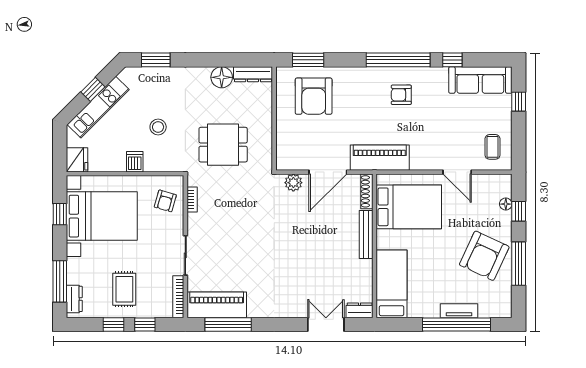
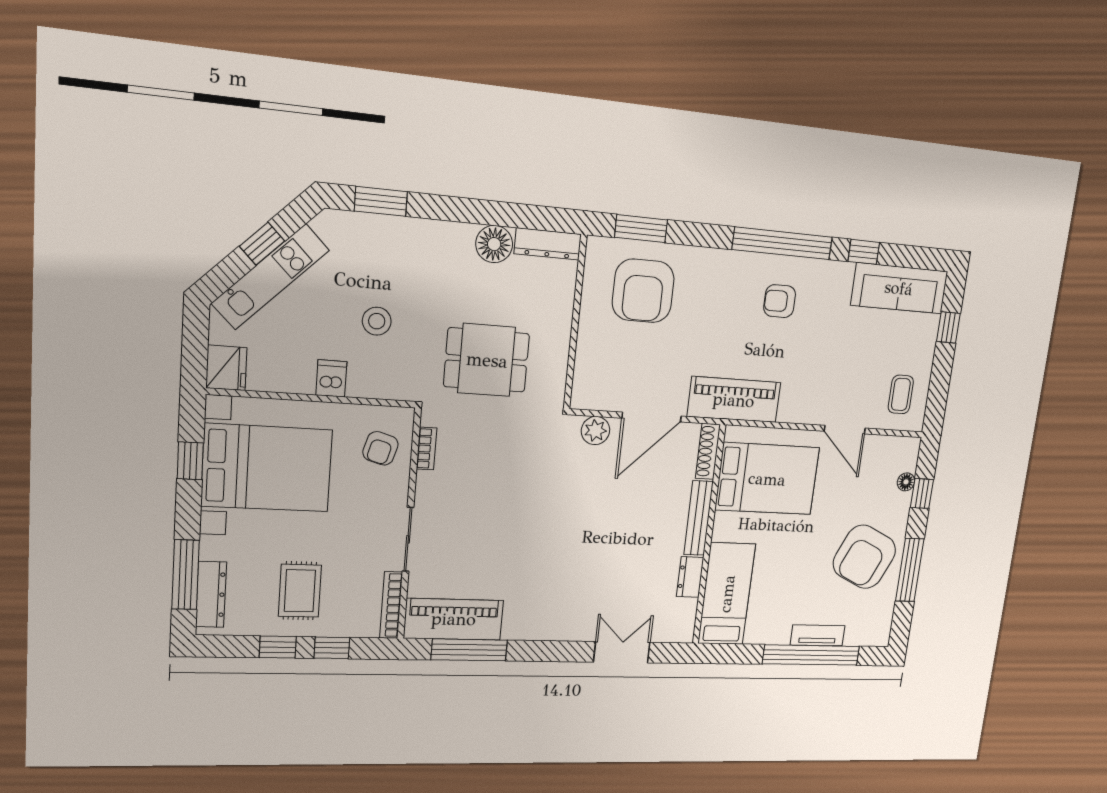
dresser: (74, 299) -> (211, 594), width x1.44
dresser: (360, 310) -> (690, 577), moved, turned -90

